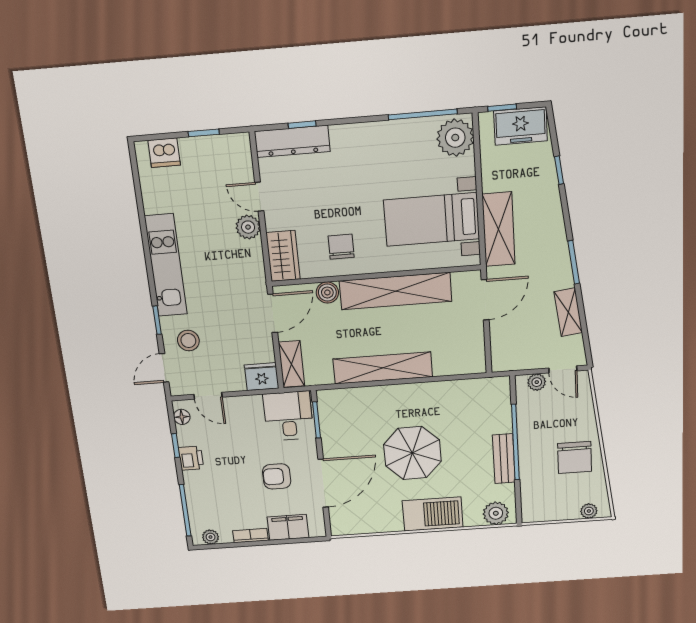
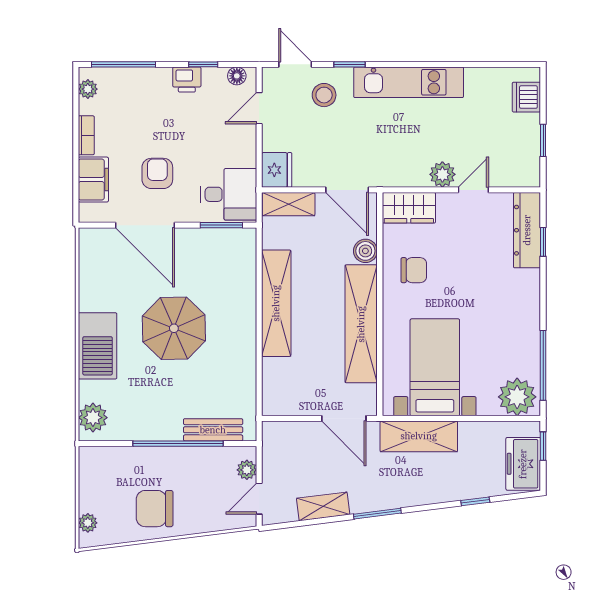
bench: (504, 459) -> (213, 430), moved

